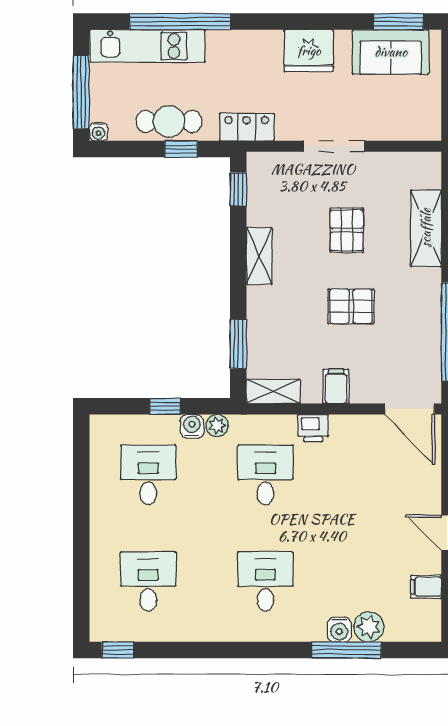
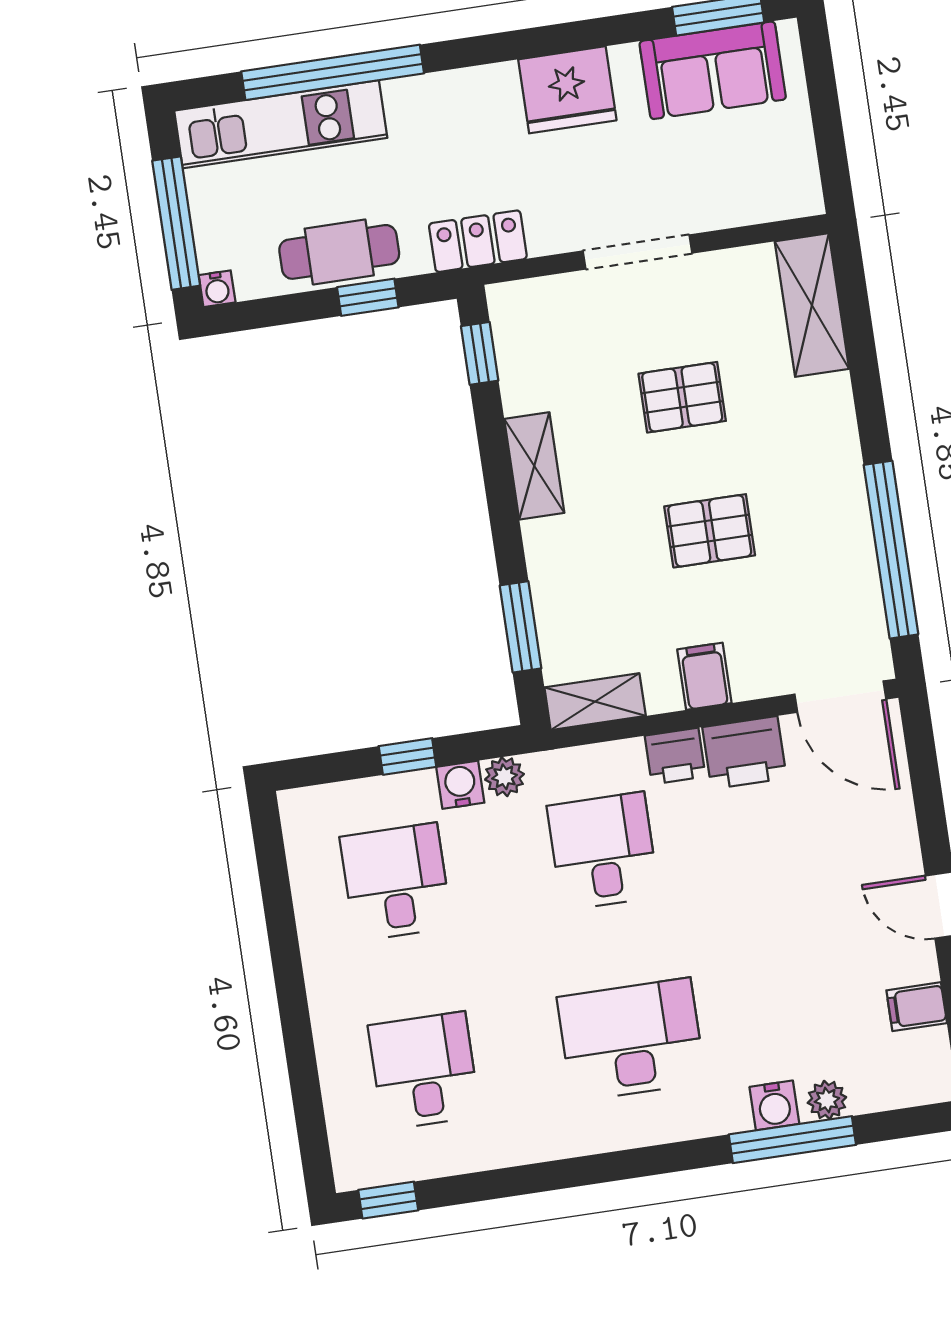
shelving: (426, 228) -> (812, 305), moved
pallet: (347, 230) -> (682, 397), turned 90
printer: (352, 432) -> (744, 753), added
desk: (265, 581) -> (631, 1040), width x1.37
plant: (369, 627) -> (827, 1100), width x0.73, depth x0.73

